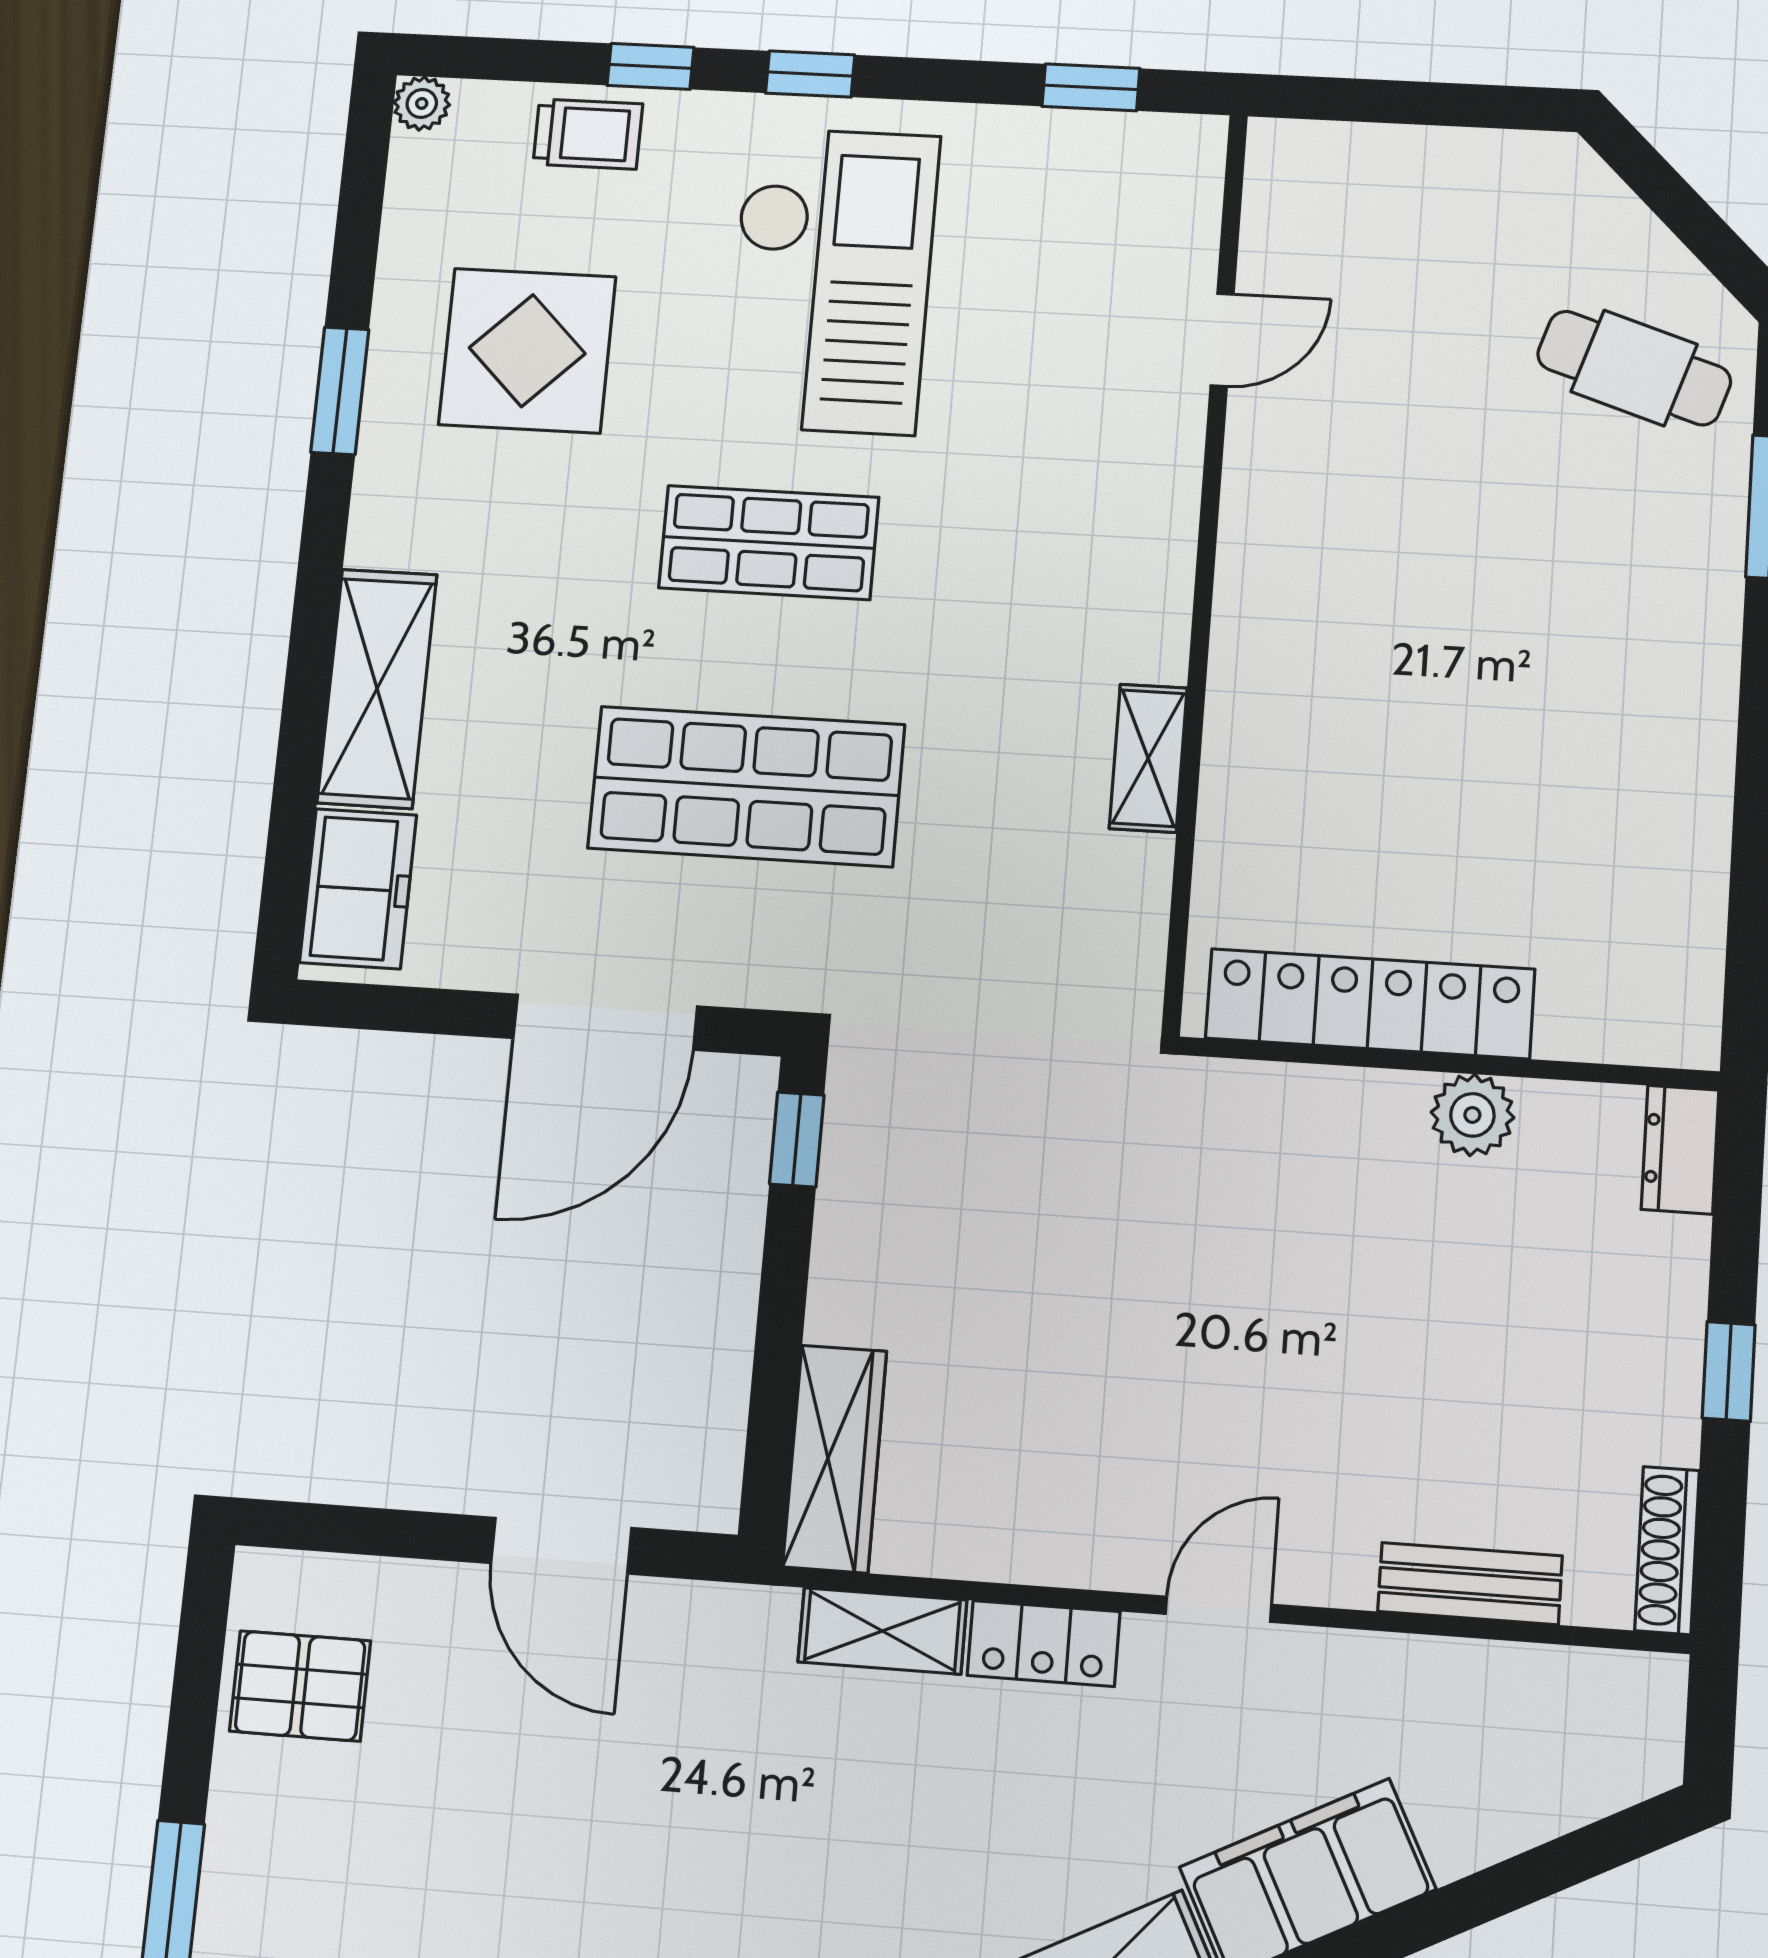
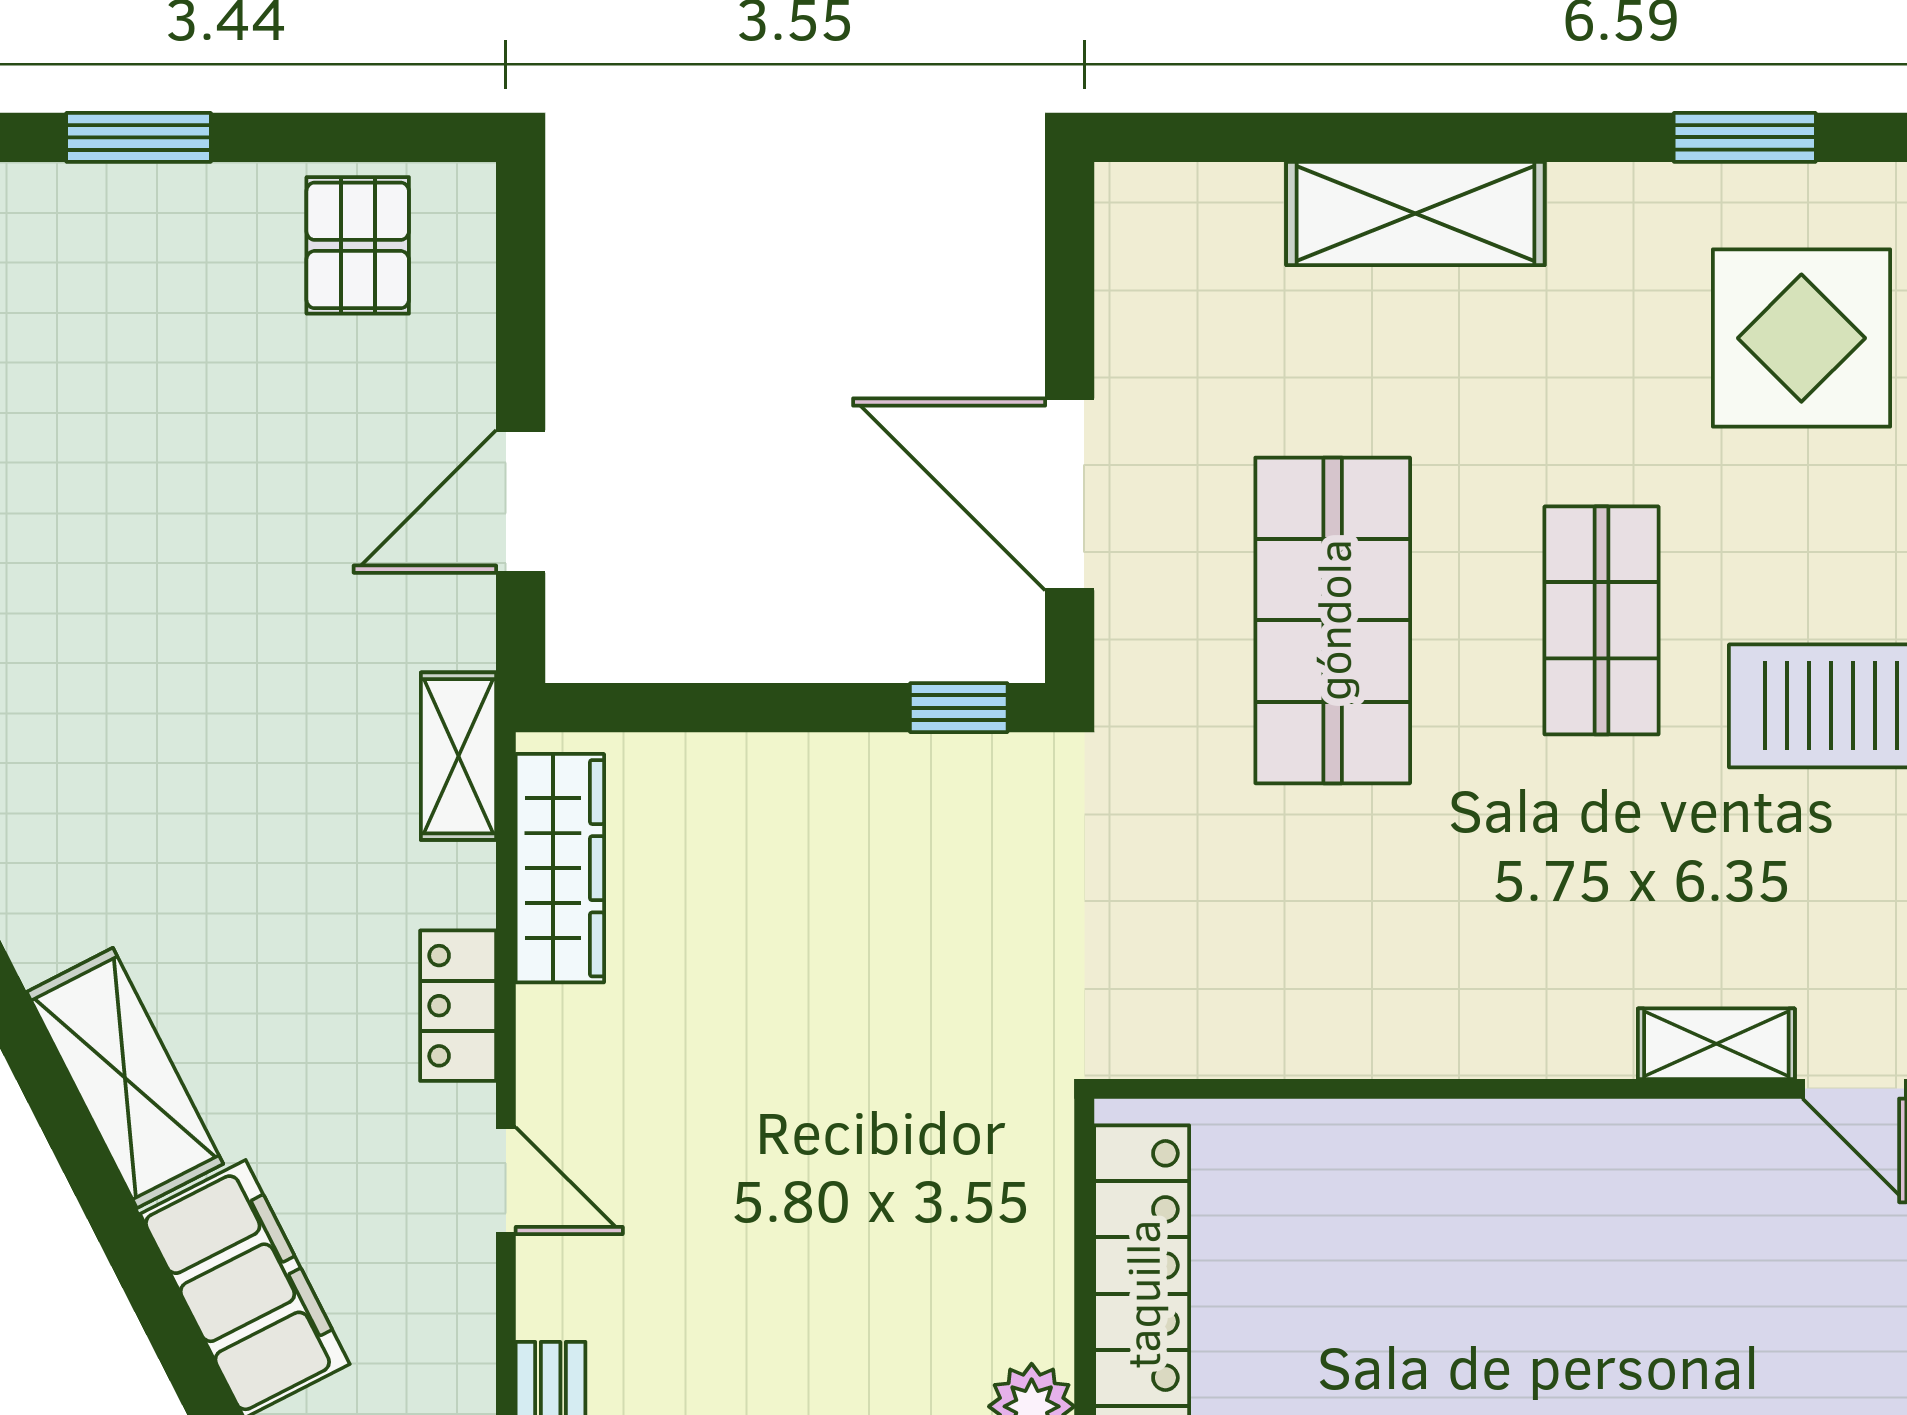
shelving: (1148, 758) -> (1716, 1044), moved
freezer: (358, 889) -> (1196, 216), removed
wardrobe: (835, 1459) -> (560, 868), moved, turned -90
shelving: (882, 1631) -> (458, 756), moved

